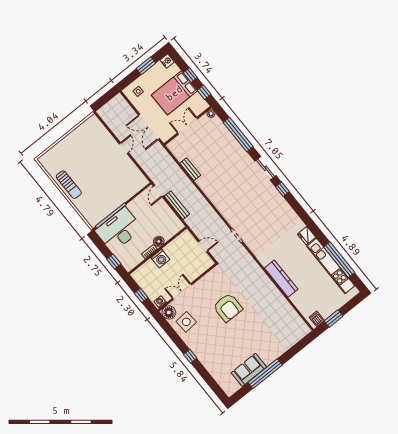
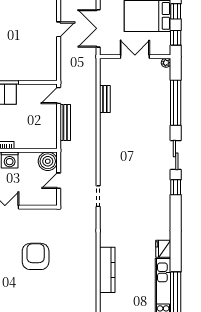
boiler: (186, 239) -> (48, 161), added
floor lamp: (159, 241) -> (21, 143), removed
door: (203, 246) -> (59, 181), swing flipped
armchair: (228, 308) -> (36, 256), turned 180

